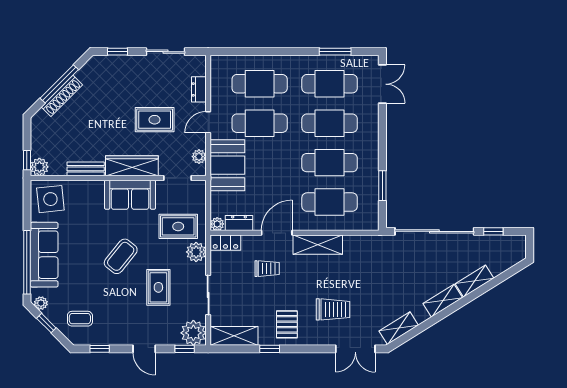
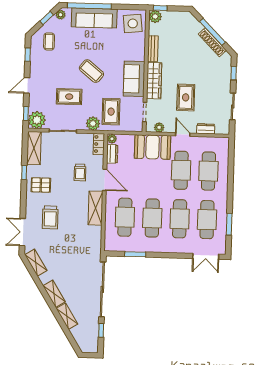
shoe rack: (62, 96) -> (212, 42), moved

